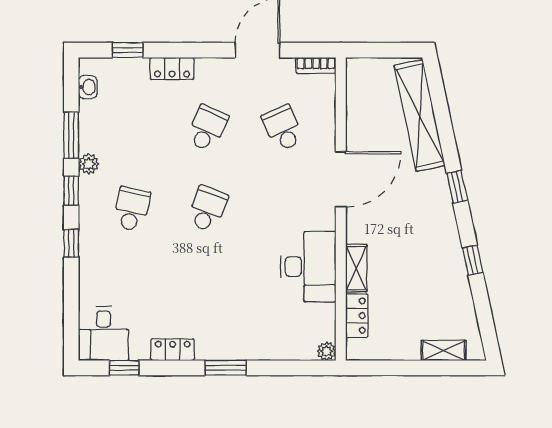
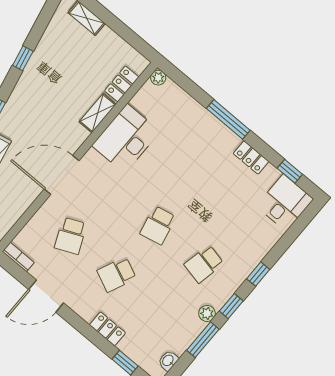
school desk: (207, 209) -> (158, 225), turned -33
window: (225, 368) -> (228, 119), width x1.44

